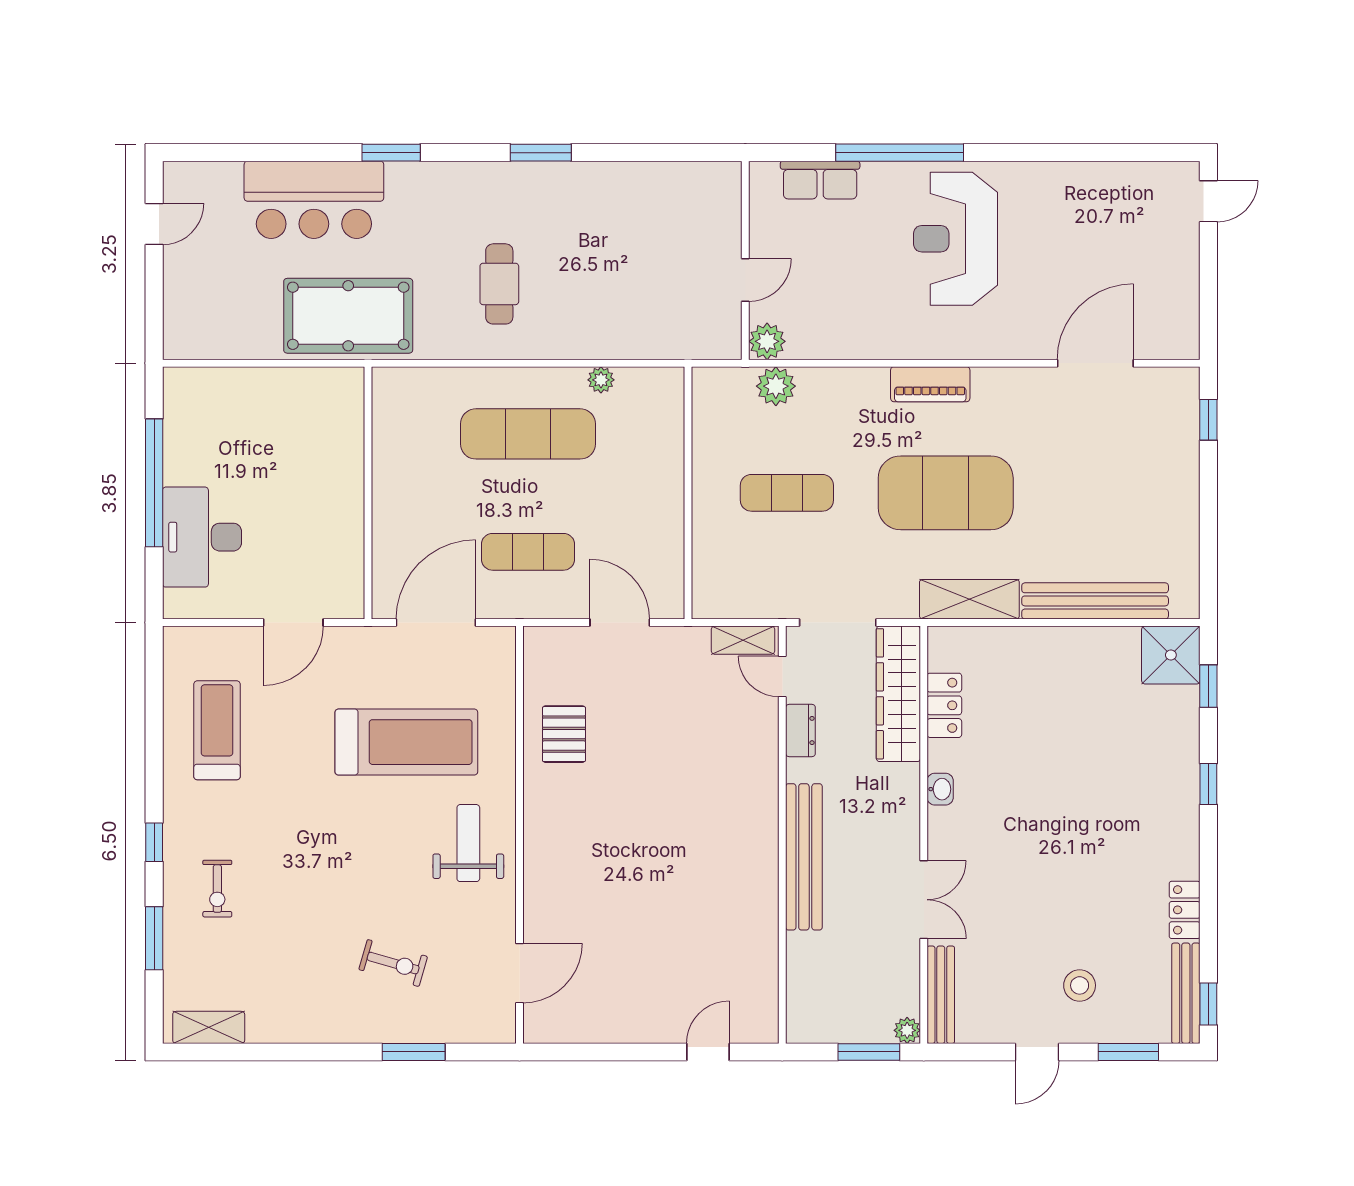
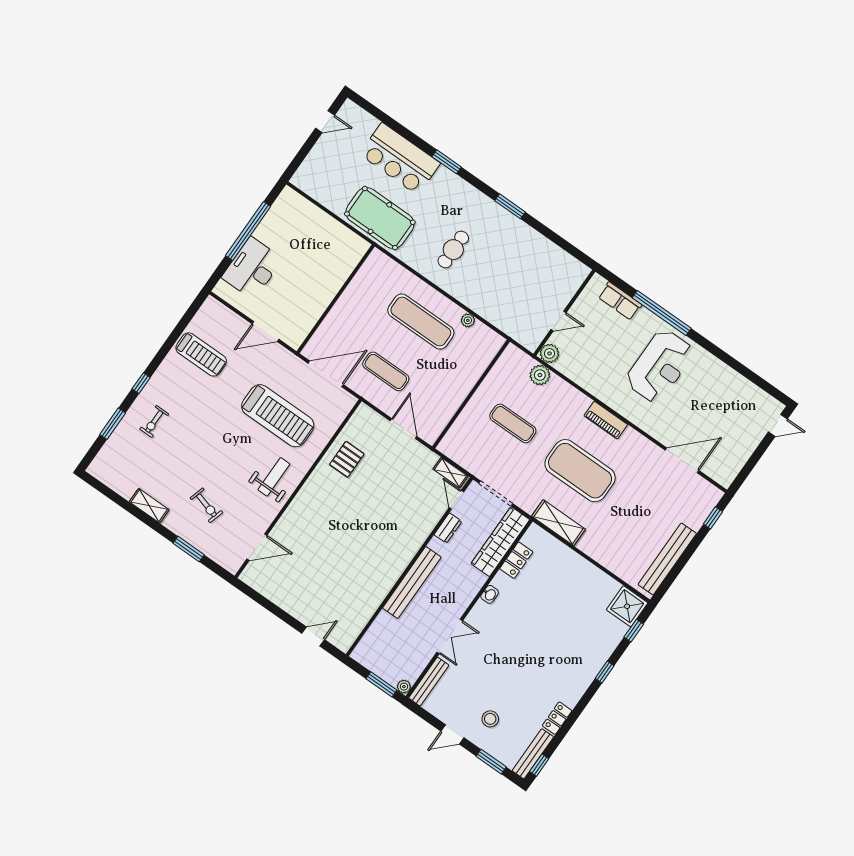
reception desk: (956, 239) -> (660, 366), turned 180
bench: (1095, 601) -> (667, 559), moved, turned 90
treadmill: (217, 730) -> (201, 354), turned 90
shelving: (209, 1027) -> (149, 506), moved

